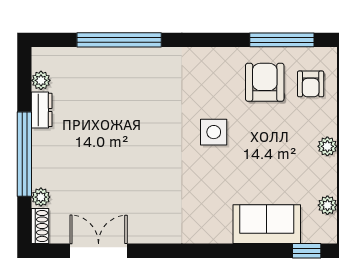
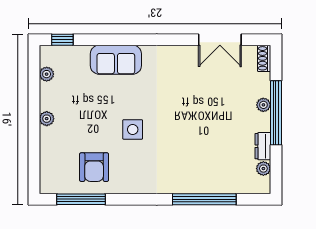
armchair: (311, 84) -> (59, 166), removed
plant: (41, 197) -> (263, 105), moved
sofa: (267, 224) -> (116, 60), moved

